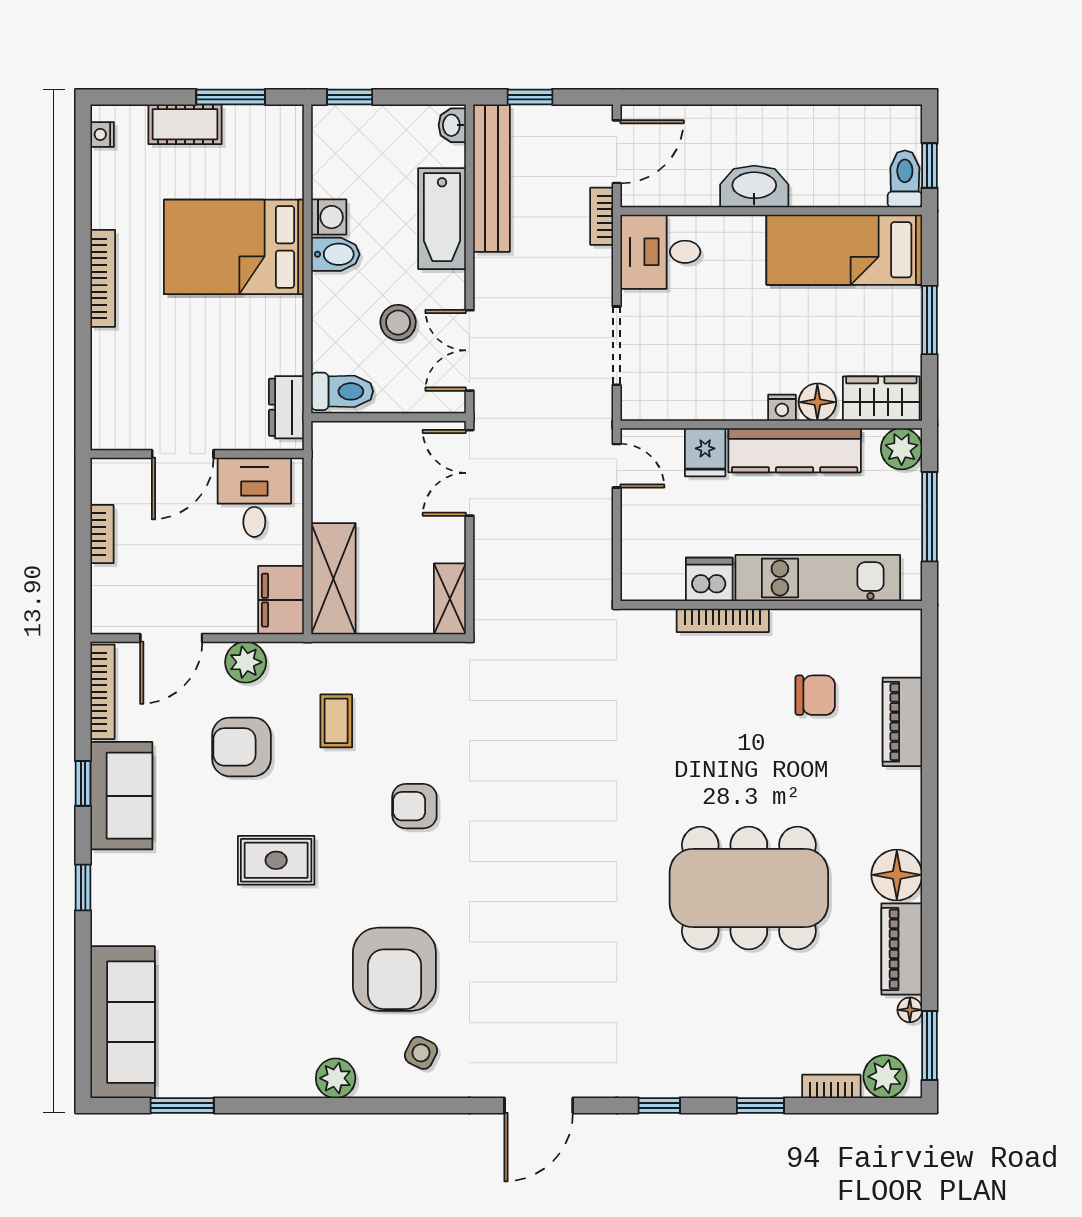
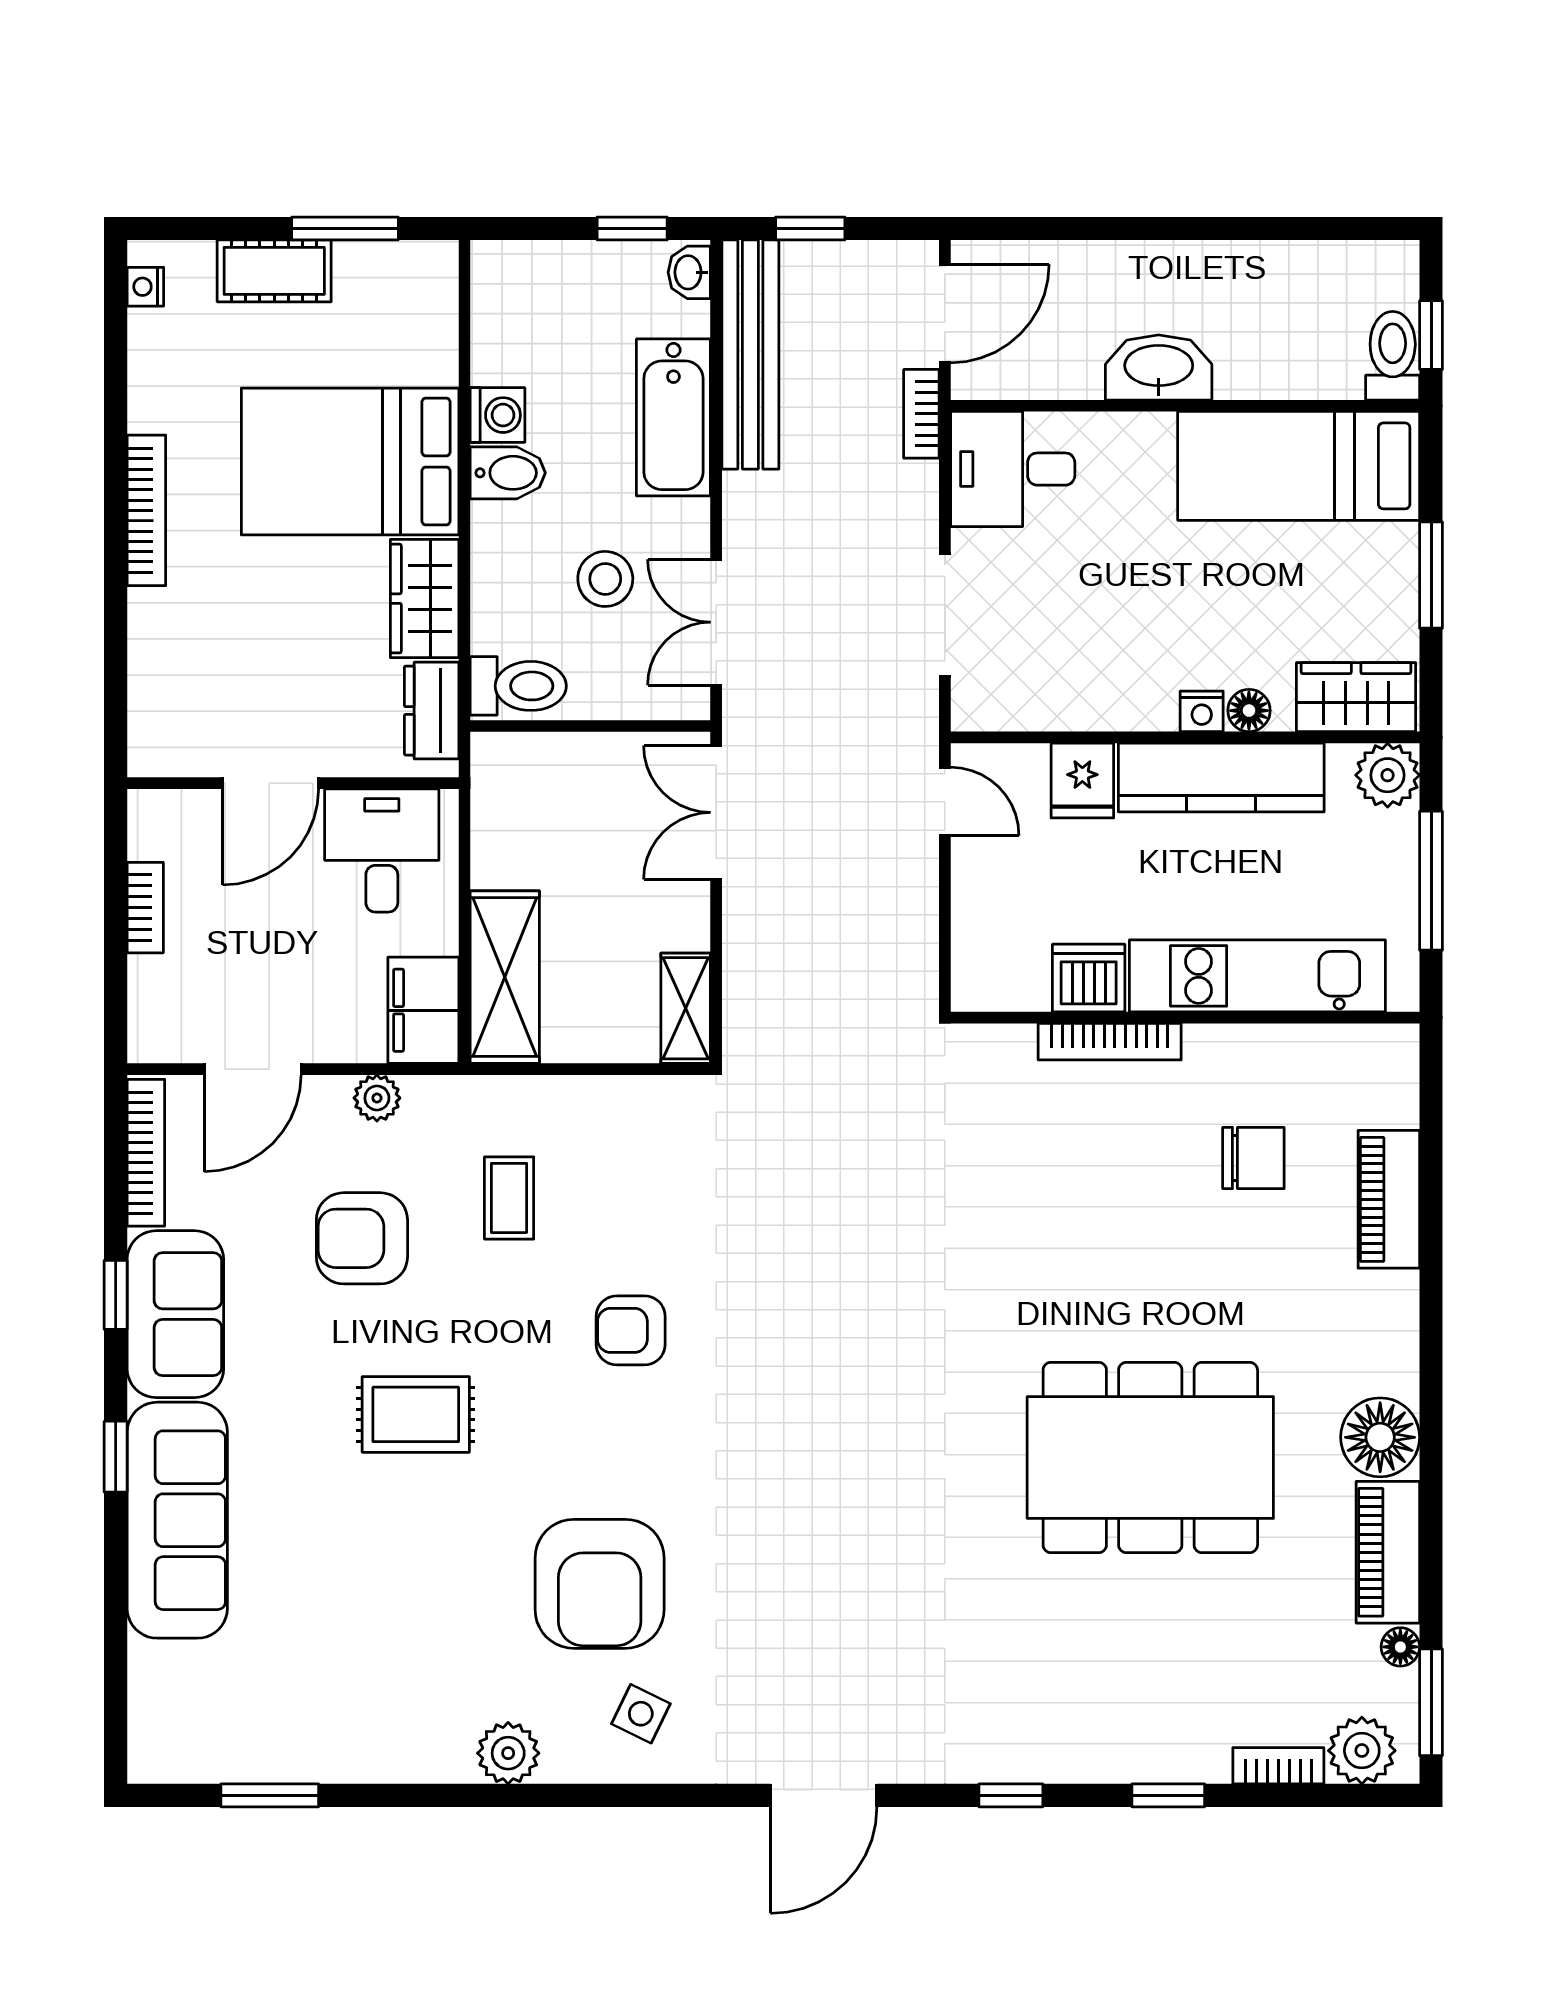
window: (350, 97) -> (632, 228), moved
wardrobe: (282, 335) -> (425, 599), added
floor lamp: (817, 402) -> (1249, 711), width x0.73, depth x0.73
plant: (246, 662) -> (377, 1098), width x0.73, depth x0.73
sofa: (123, 1022) -> (177, 1520), moved

